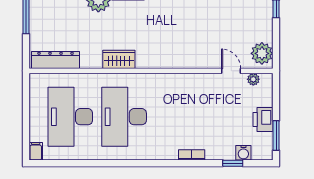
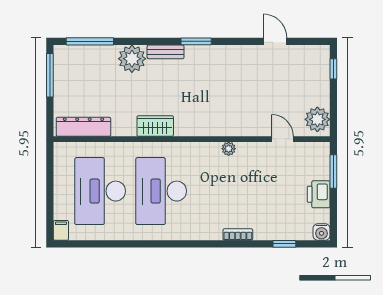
plant: (253, 79) -> (229, 149), moved
window: (276, 136) -> (333, 171), moved
water cooler: (243, 153) -> (322, 232), moved

